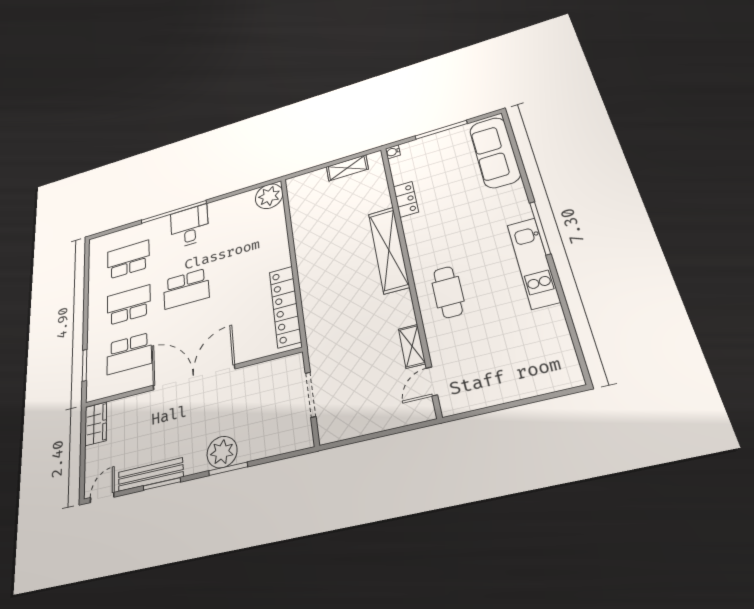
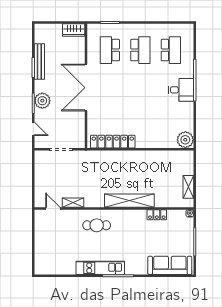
school desk: (186, 289) -> (140, 86), removed
double door: (194, 377) -> (86, 88), swing flipped
door: (102, 497) -> (33, 129), moved

